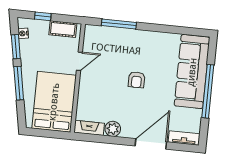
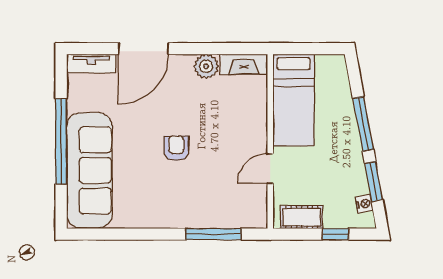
bed: (54, 102) -> (293, 100), width x0.67

